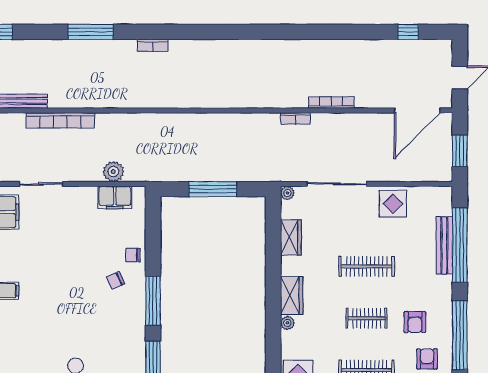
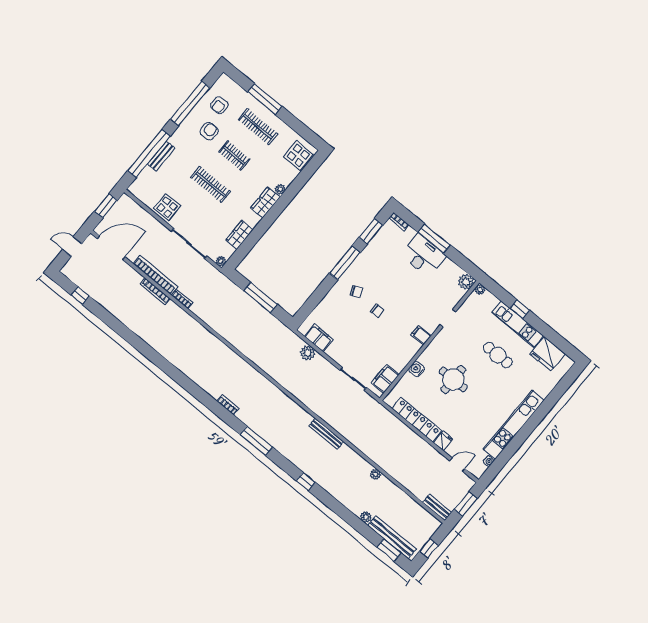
bookcase: (60, 120) -> (155, 275), moved
bench: (444, 245) -> (161, 156), width x0.73
chair: (133, 255) -> (377, 311), moved

